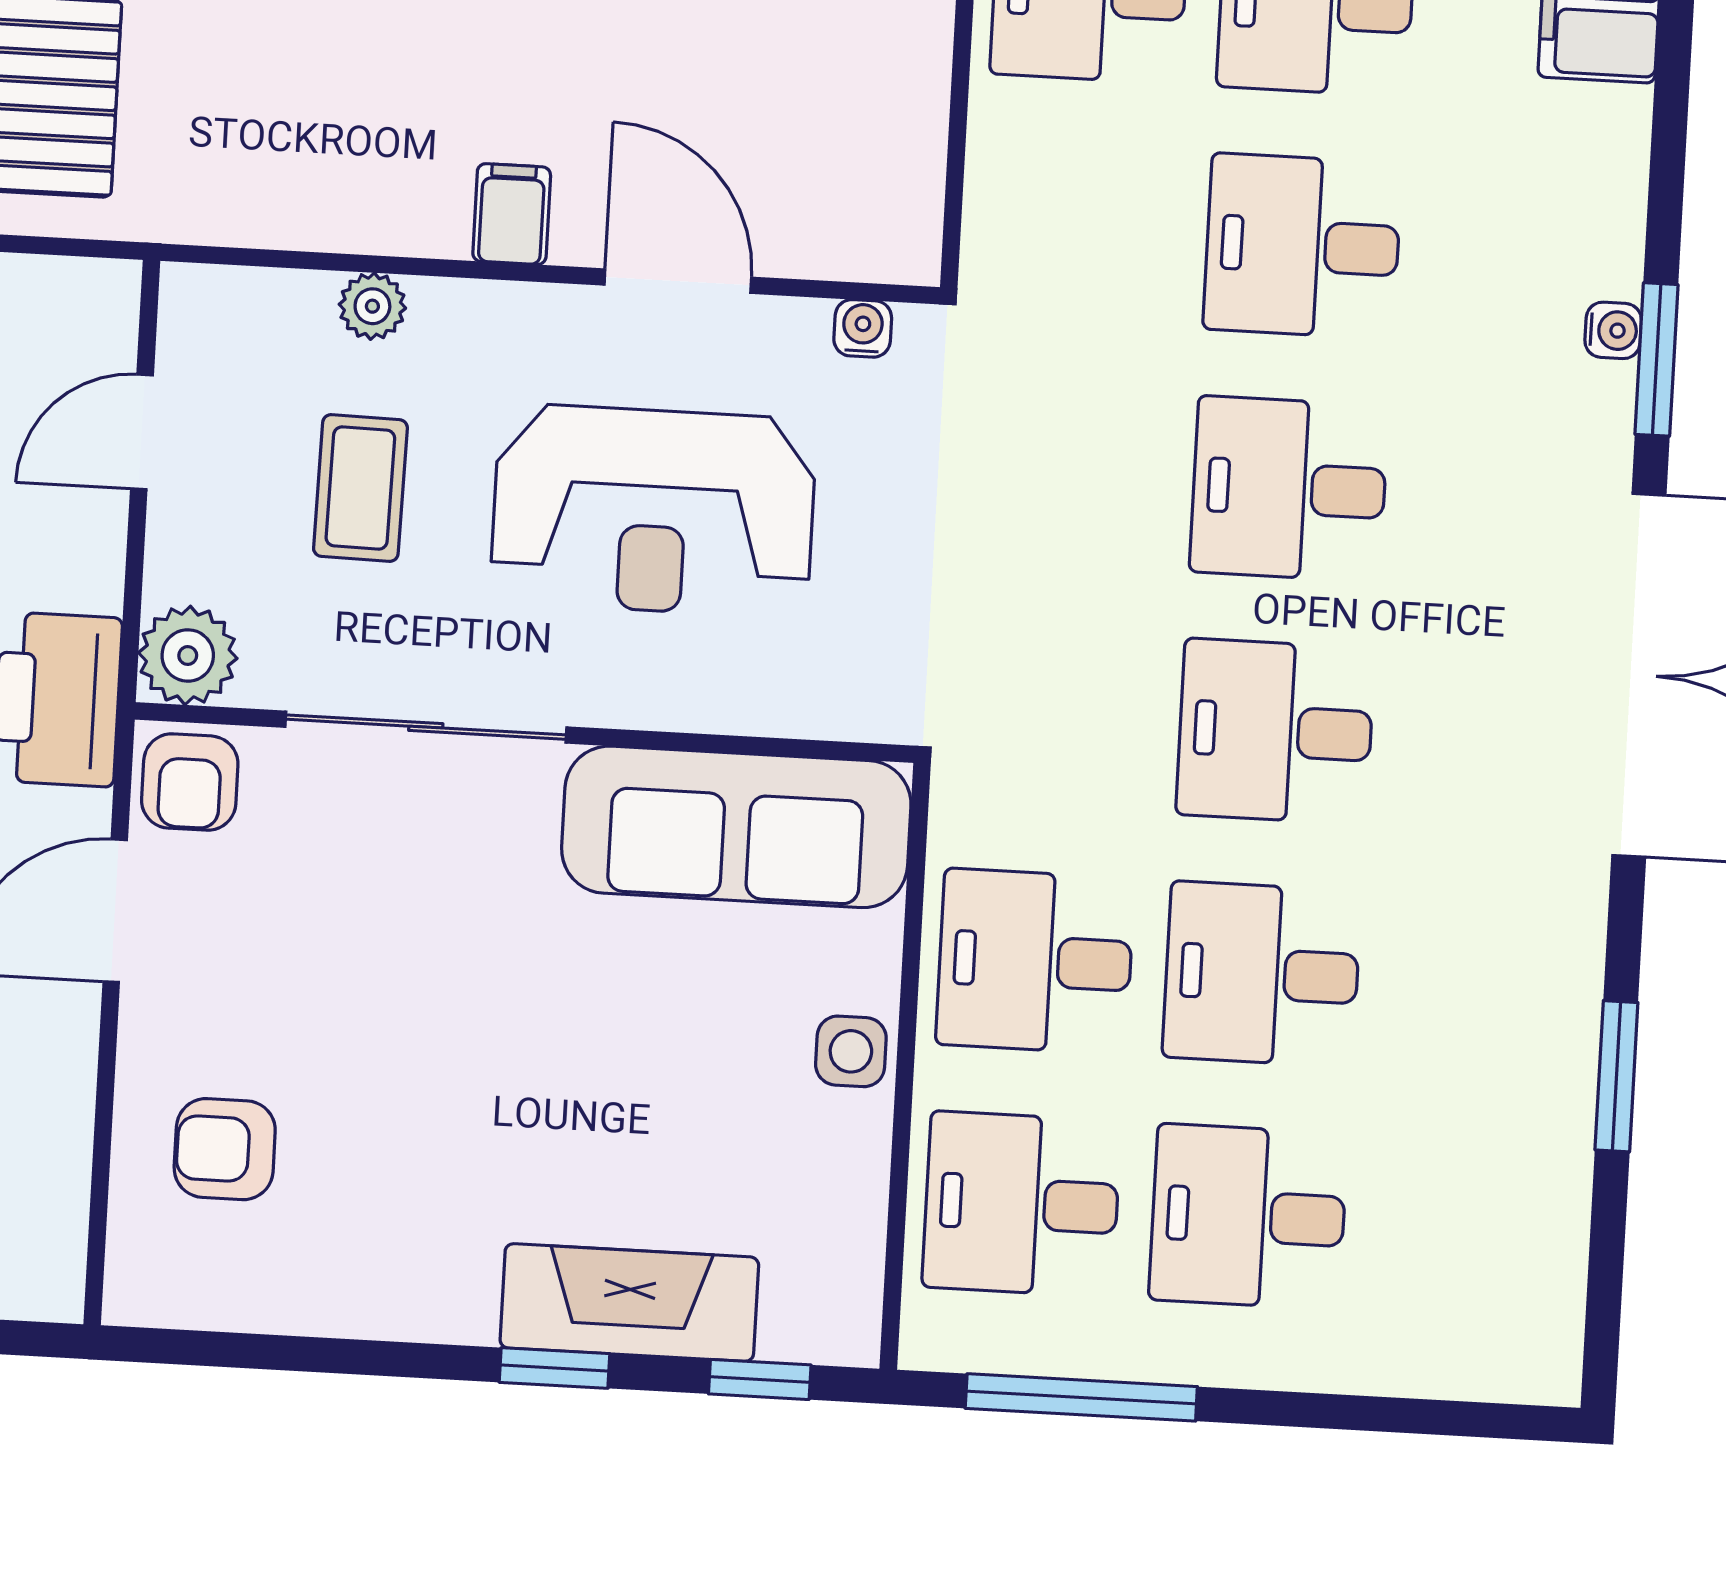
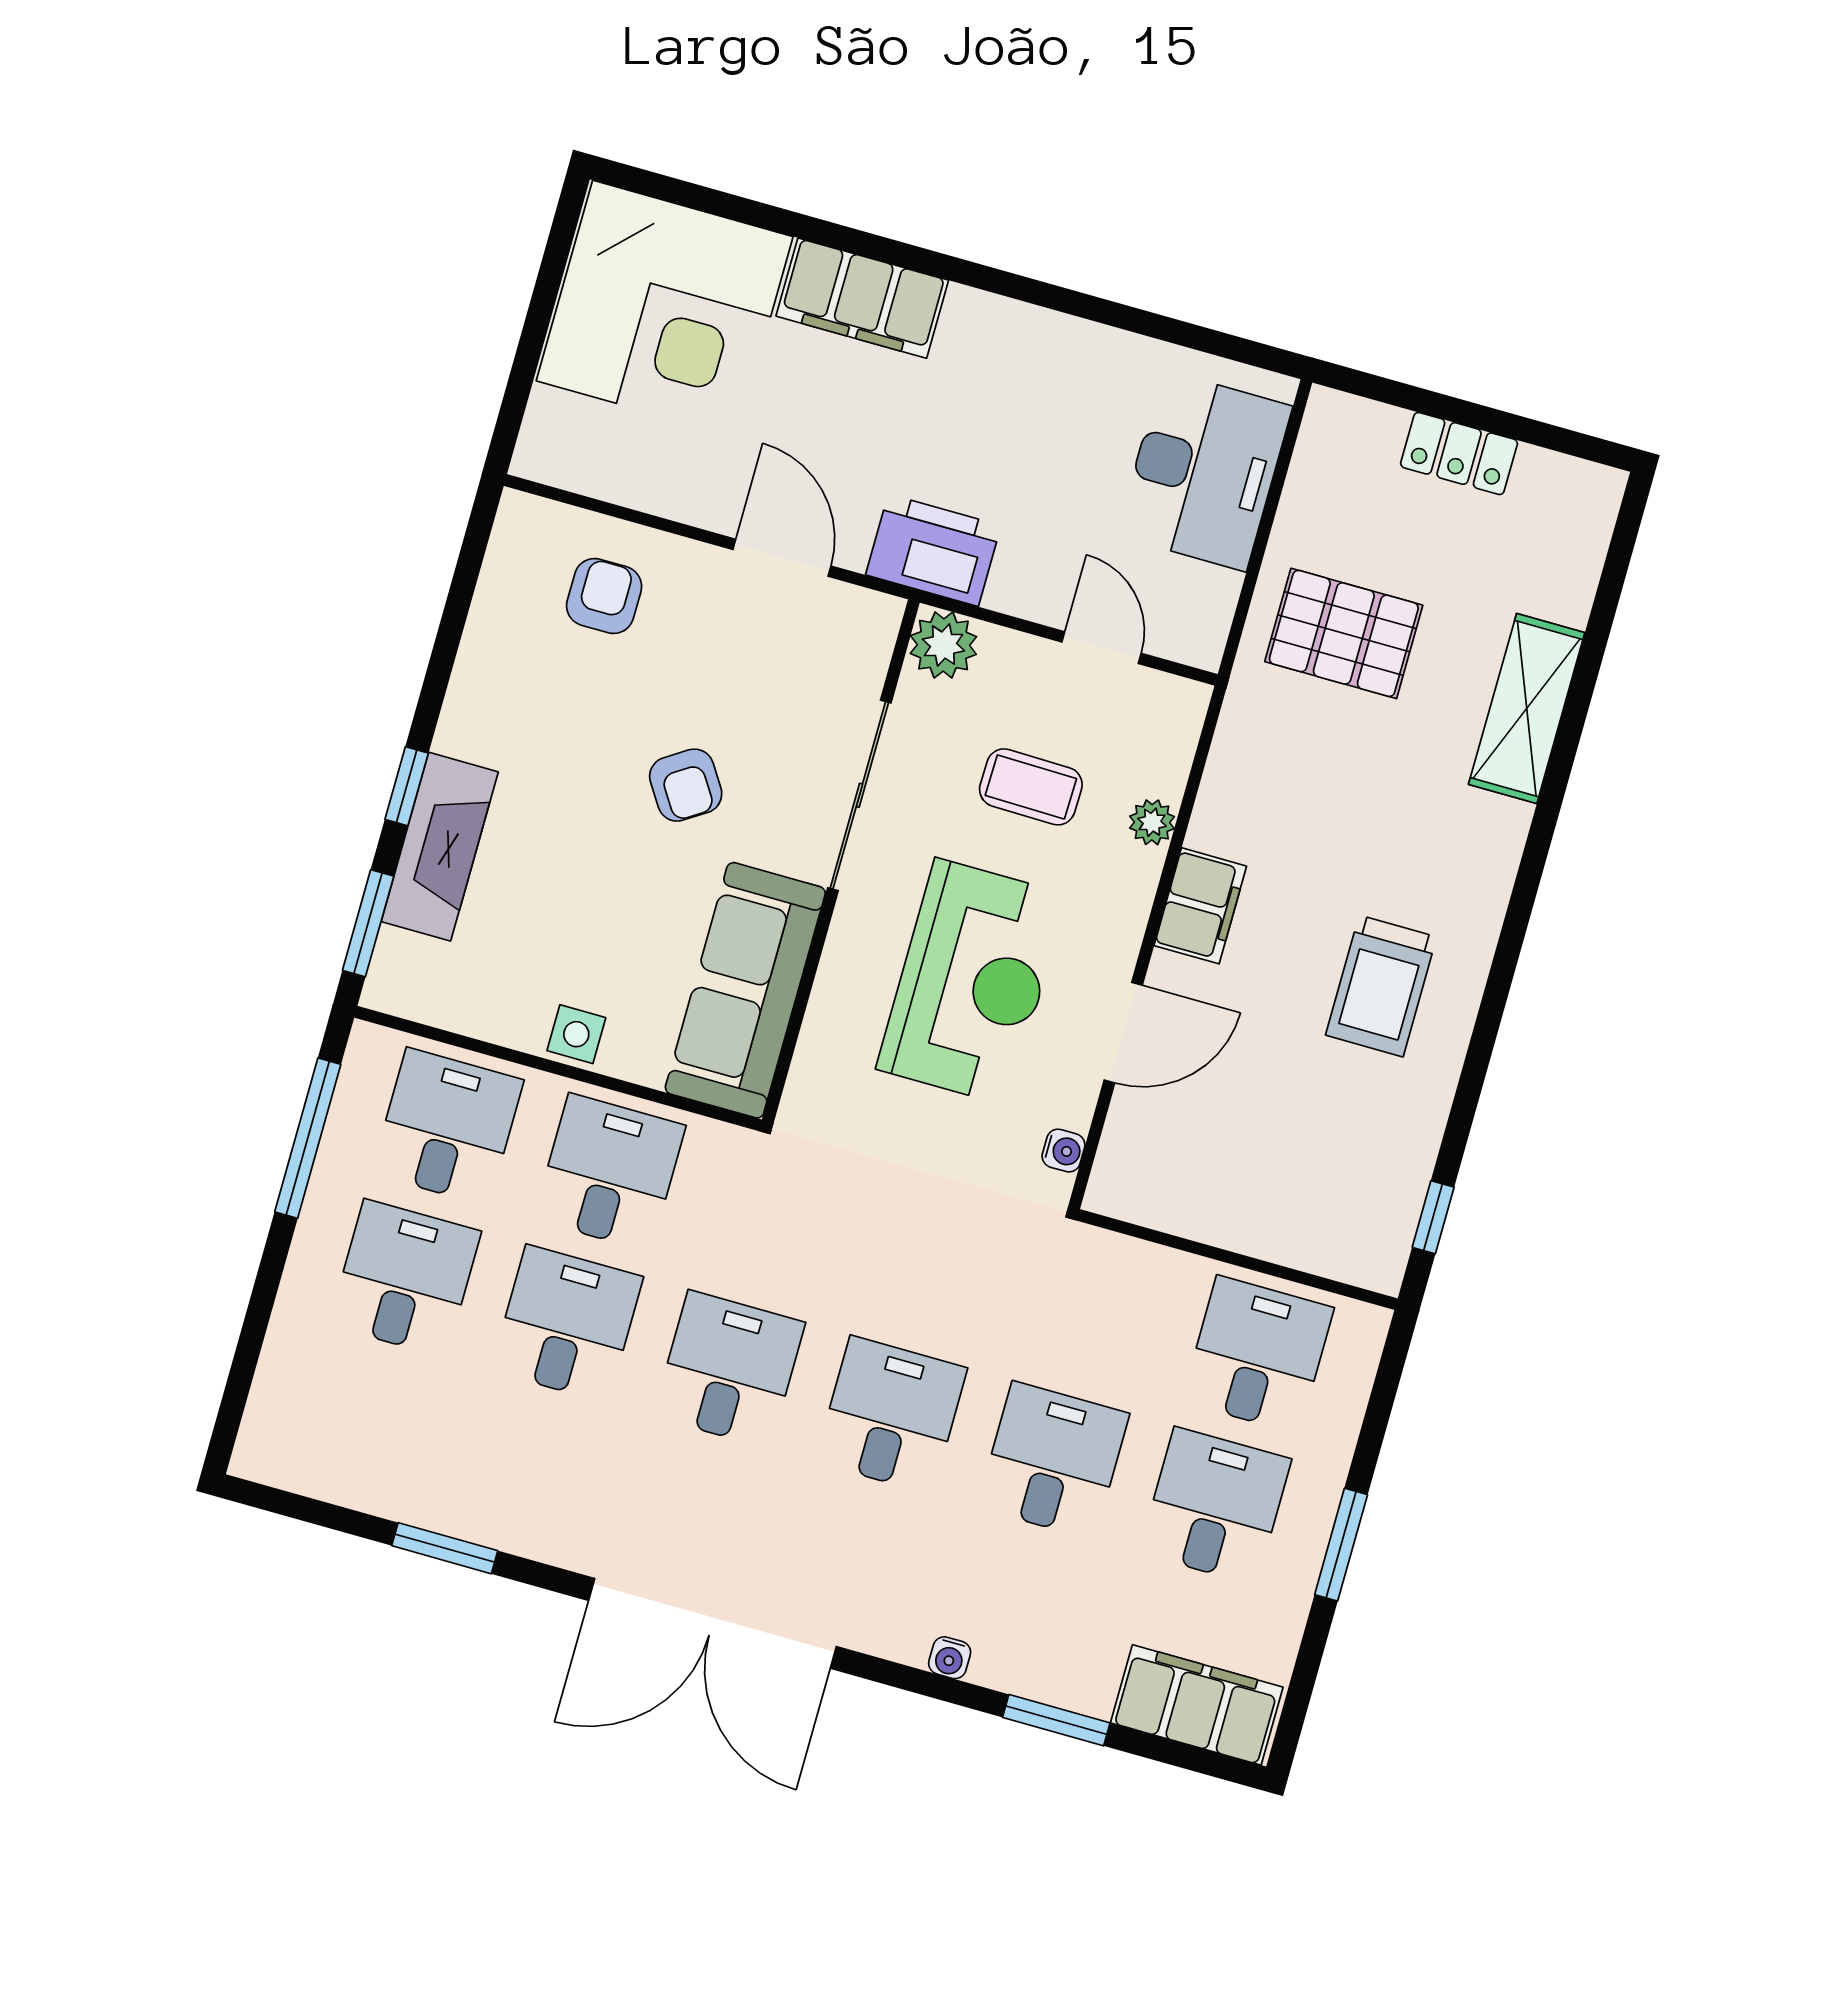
filing cabinet: (512, 214) -> (1200, 906), width x2.00
window: (1657, 359) -> (1056, 1720), moved
reception desk: (653, 510) -> (972, 982), turned 180
armchair: (190, 782) -> (686, 785), moved, turned -123
window: (760, 1379) -> (368, 923), width x1.50

